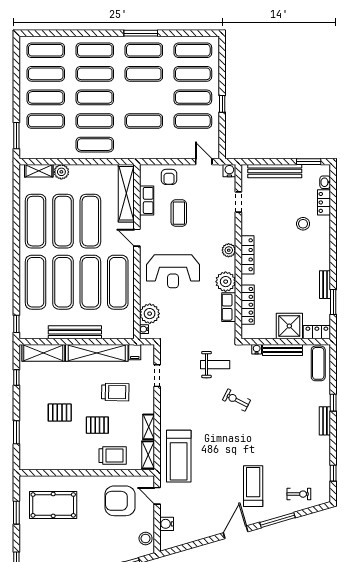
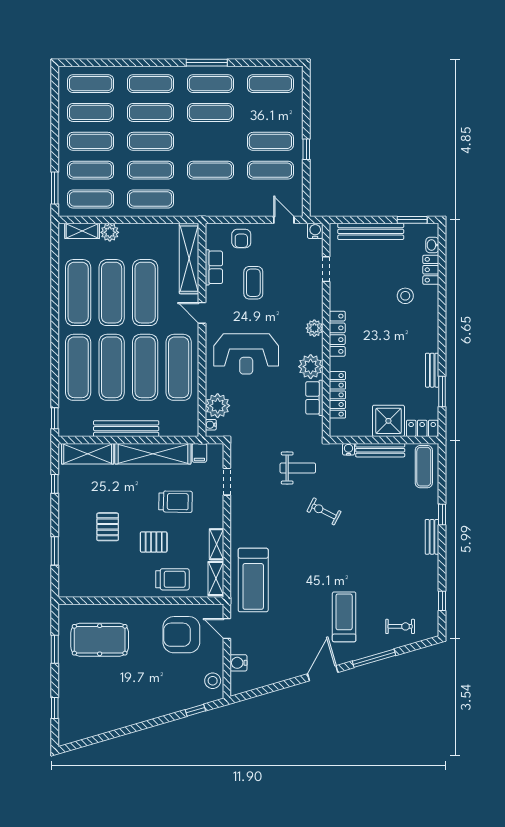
exercise mat: (193, 74) -> (91, 199), moved
pallet: (60, 413) -> (108, 527), turned 90

